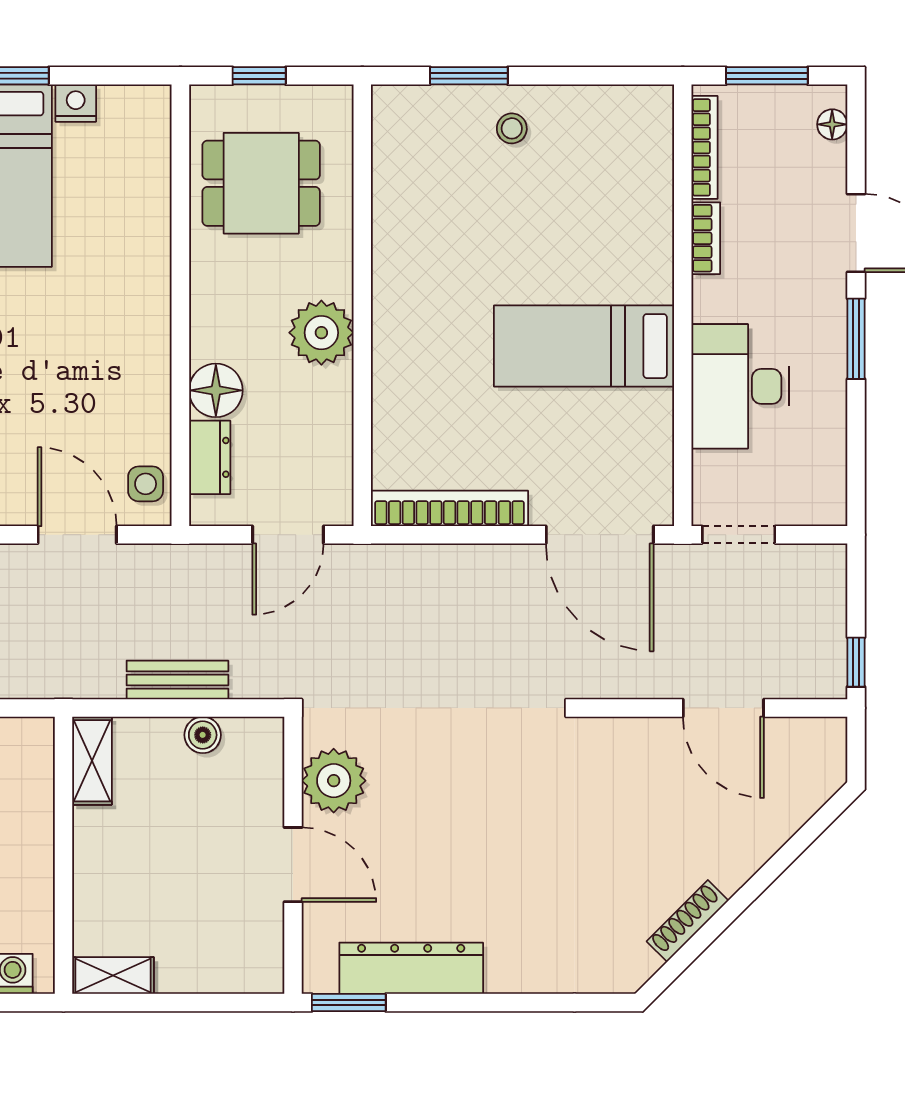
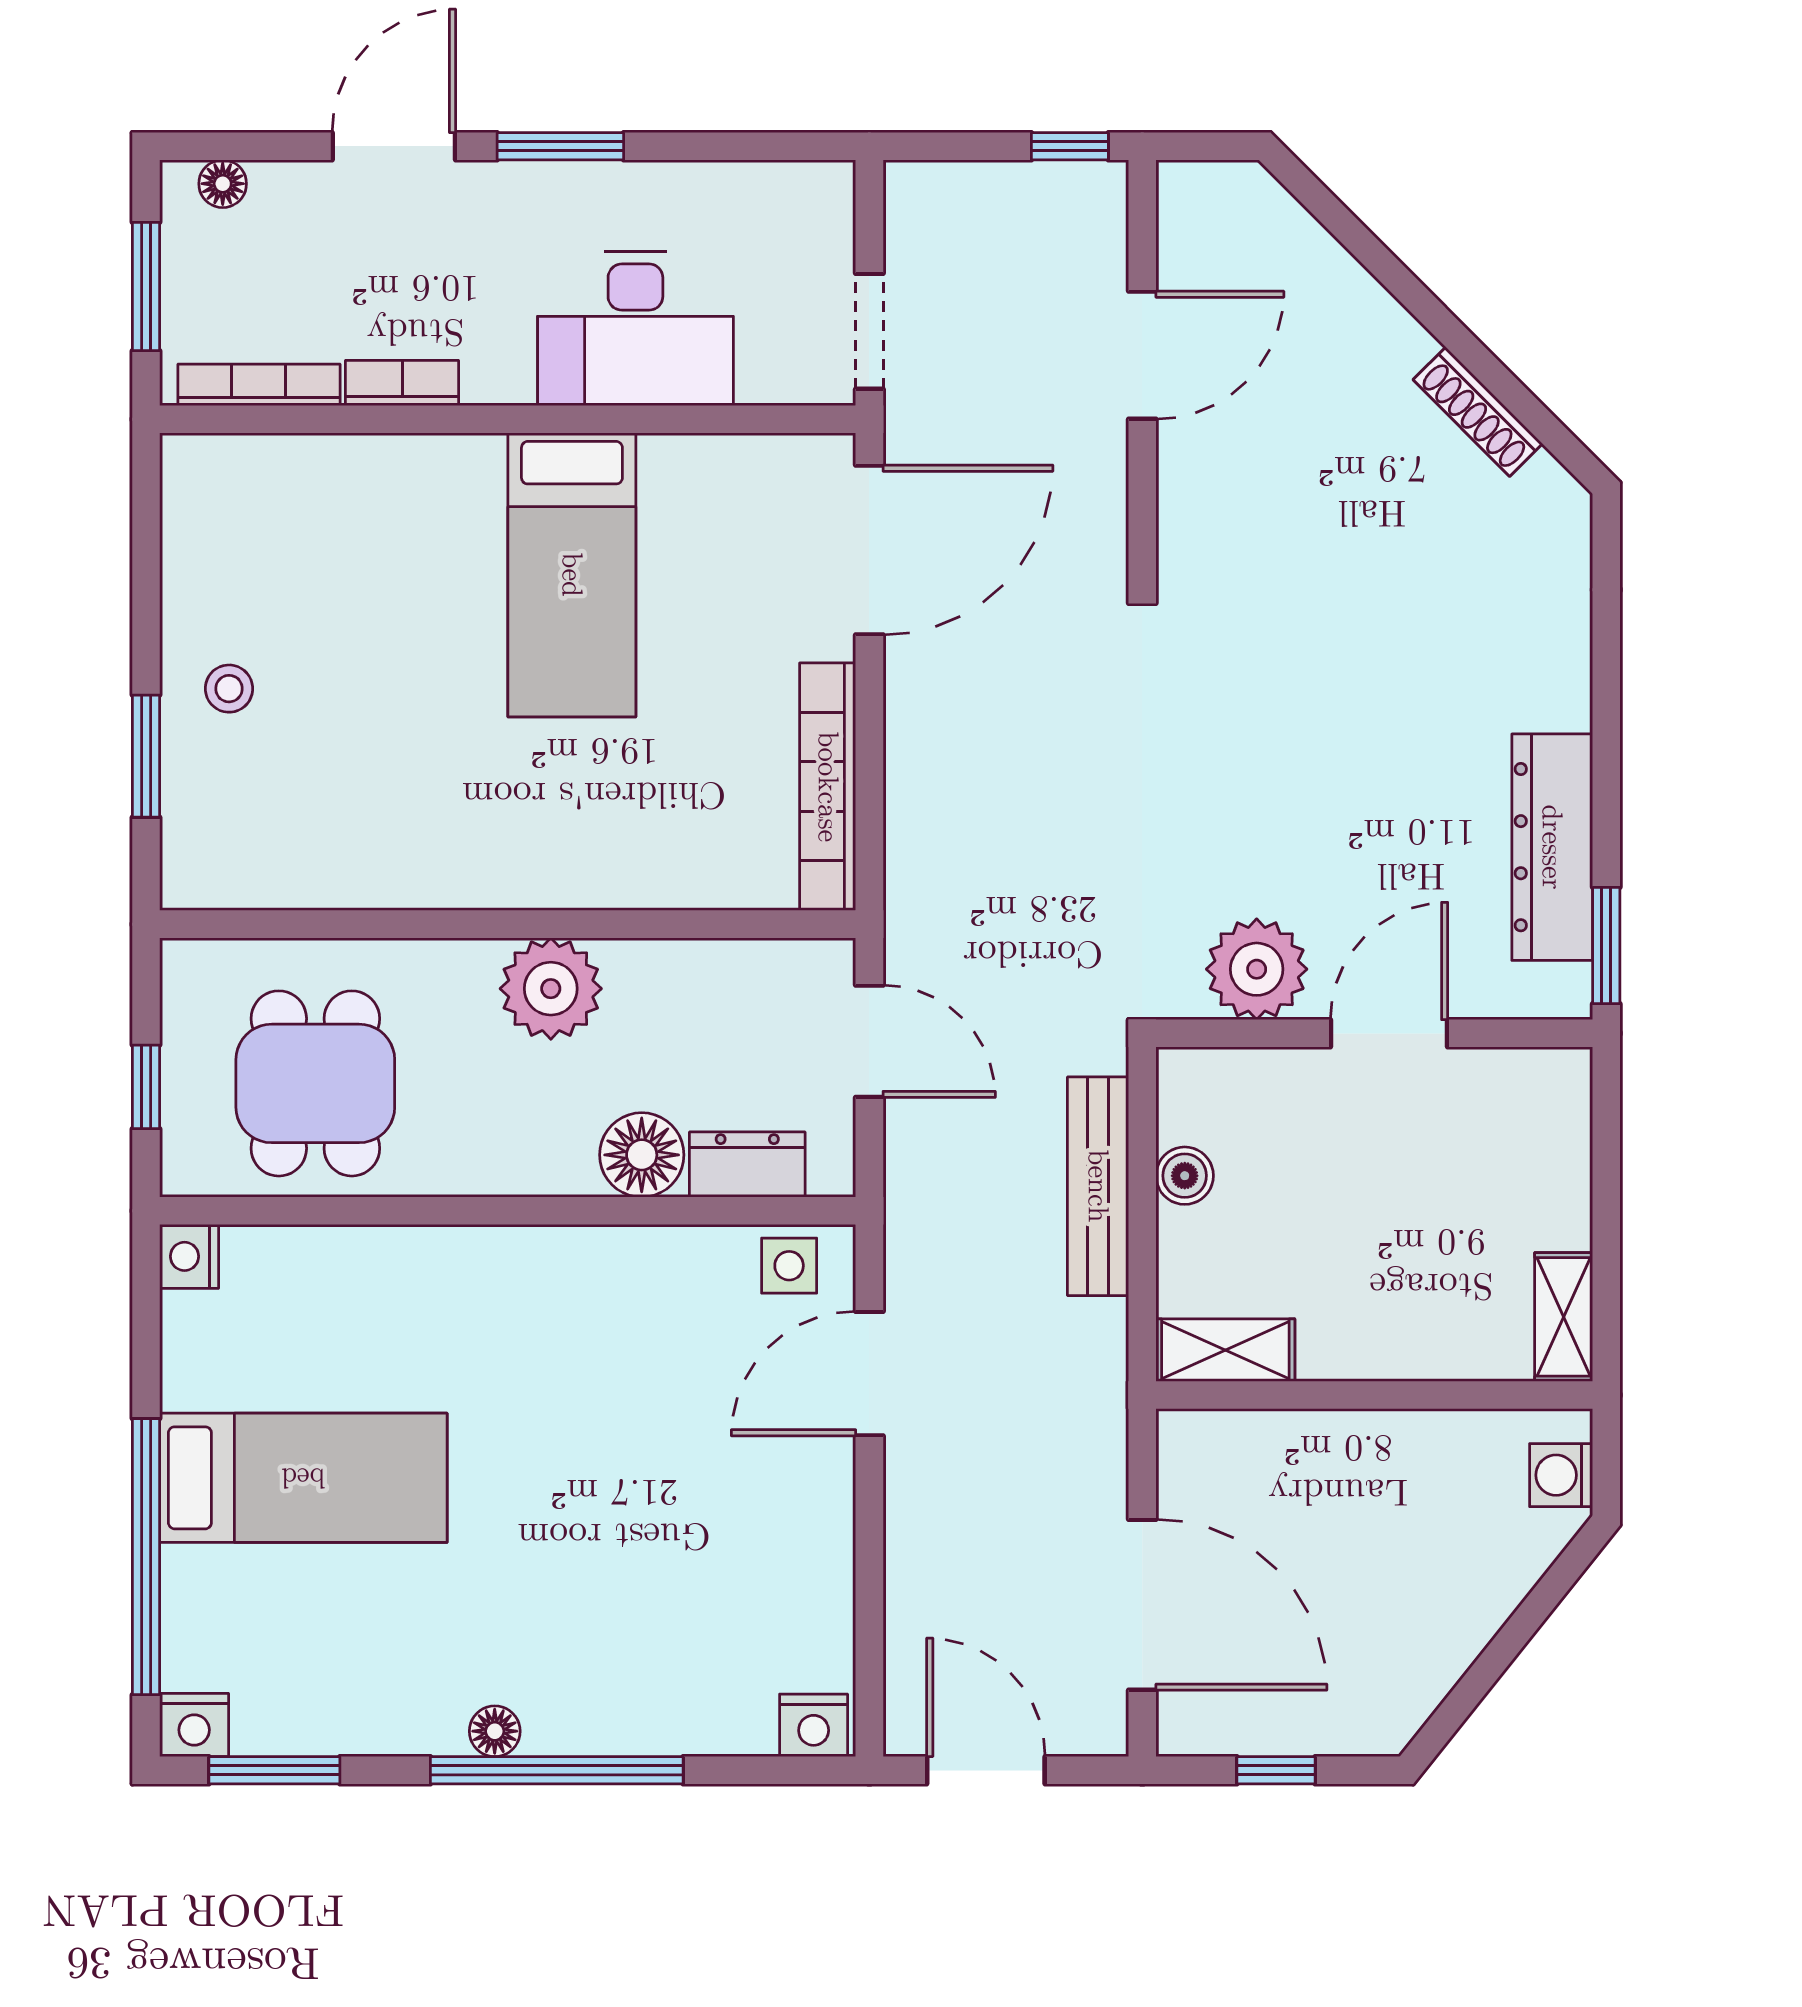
nightstand: (76, 103) -> (189, 1256), moved
bench: (177, 680) -> (1098, 1186), width x1.36

